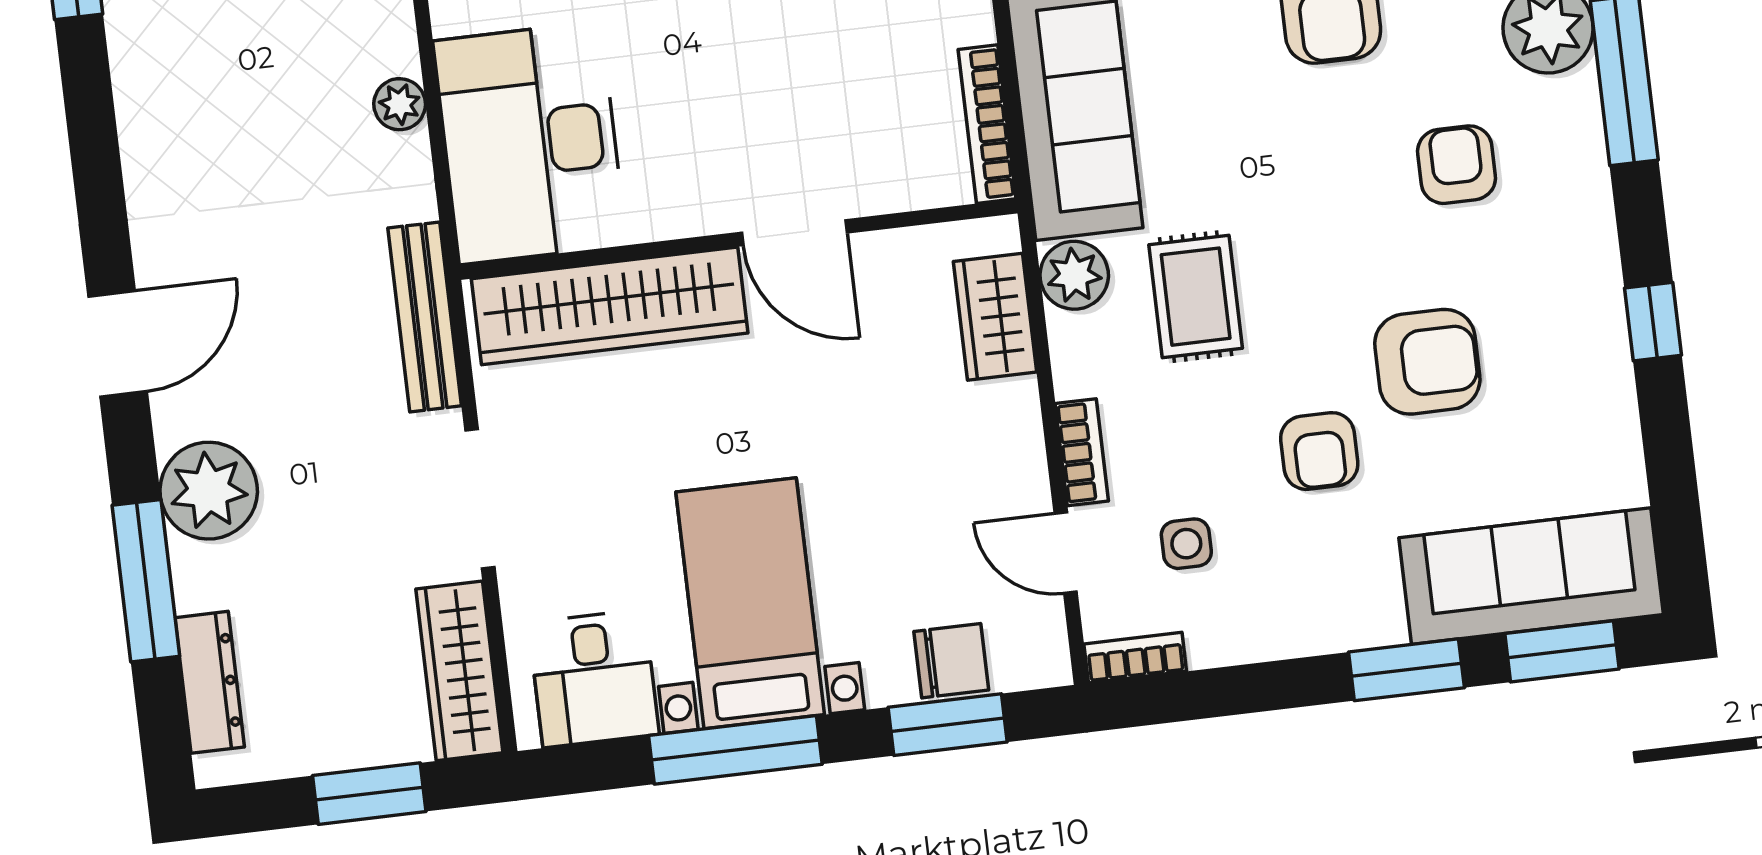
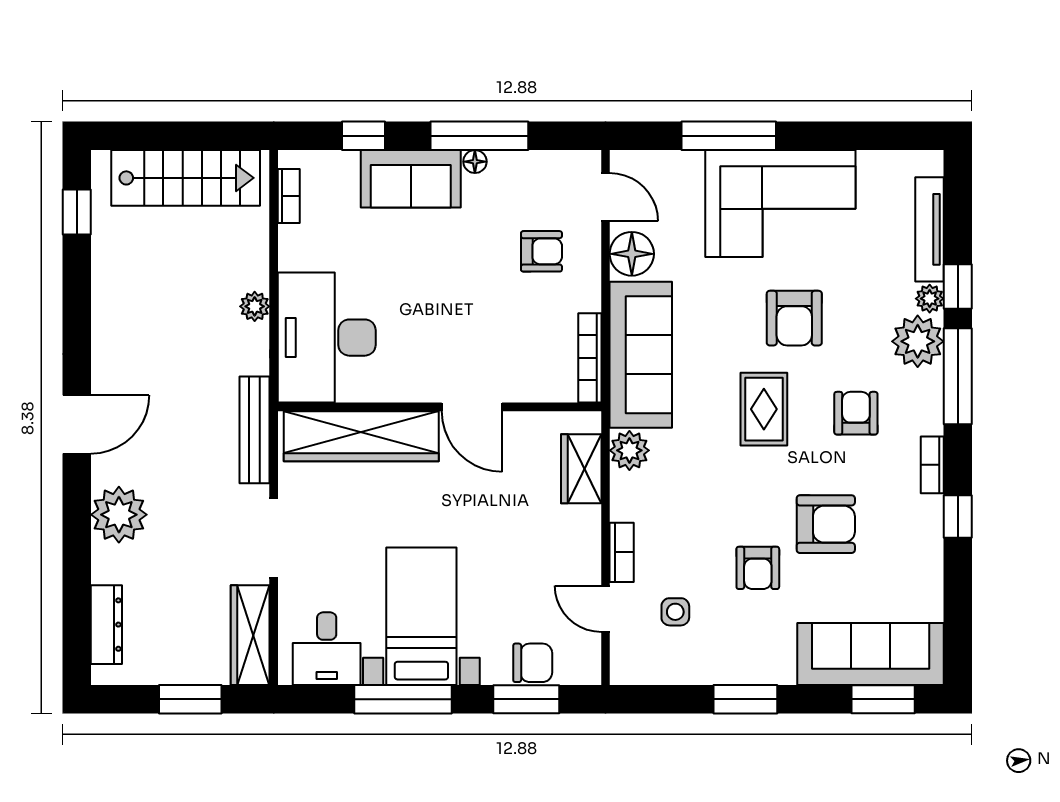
rug: (1196, 297) -> (764, 409), moved
window: (146, 581) -> (77, 562), removed
bookcase: (1135, 658) -> (932, 465), moved, turned -90
window: (1406, 670) -> (745, 699), moved

